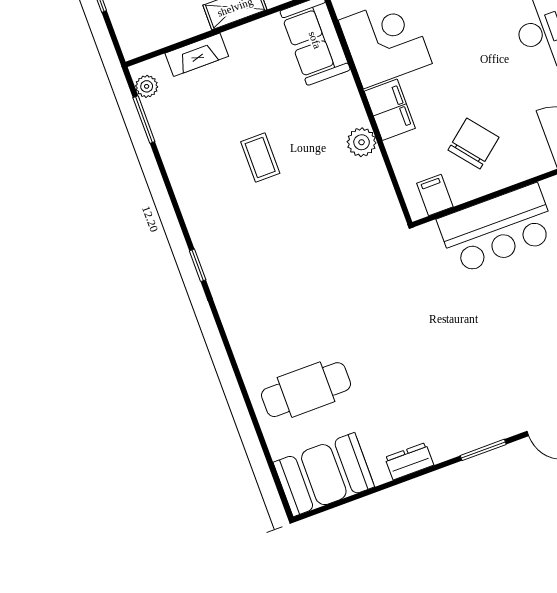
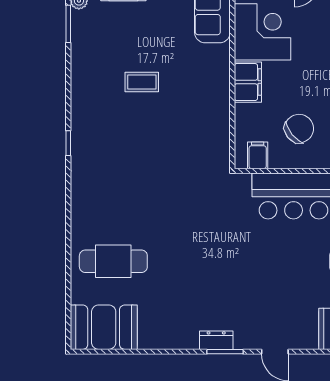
plant: (362, 142) -> (219, 98), removed
coffee table: (260, 157) -> (142, 82), turned 90
dresser: (409, 461) -> (216, 340), moved

